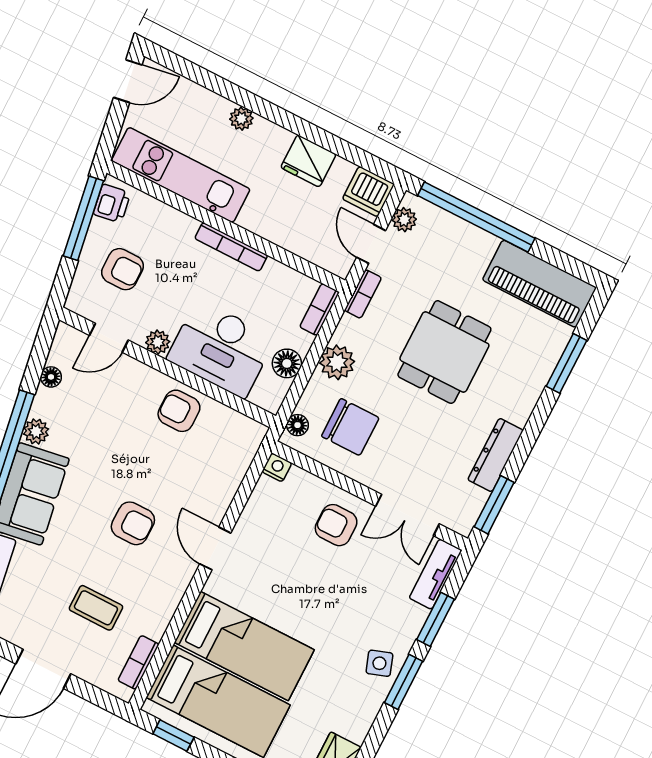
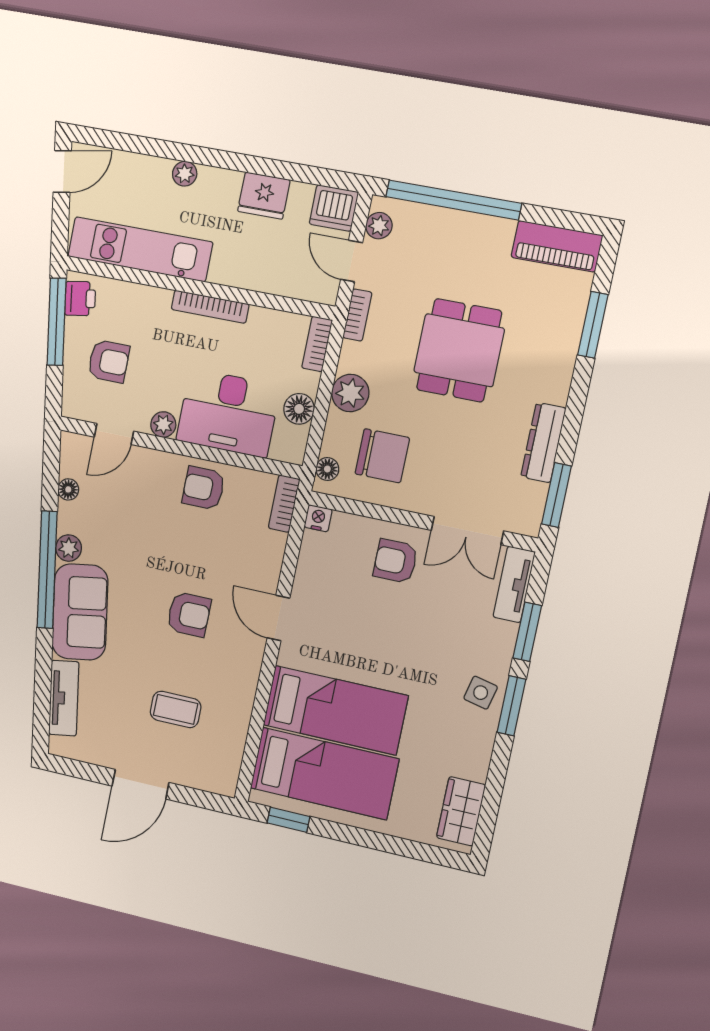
piano: (539, 284) -> (557, 246), width x0.73, depth x0.75
bookcase: (138, 662) -> (284, 504), moved
side table: (379, 663) -> (481, 693), turned 32

